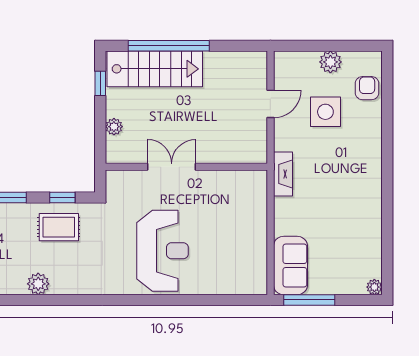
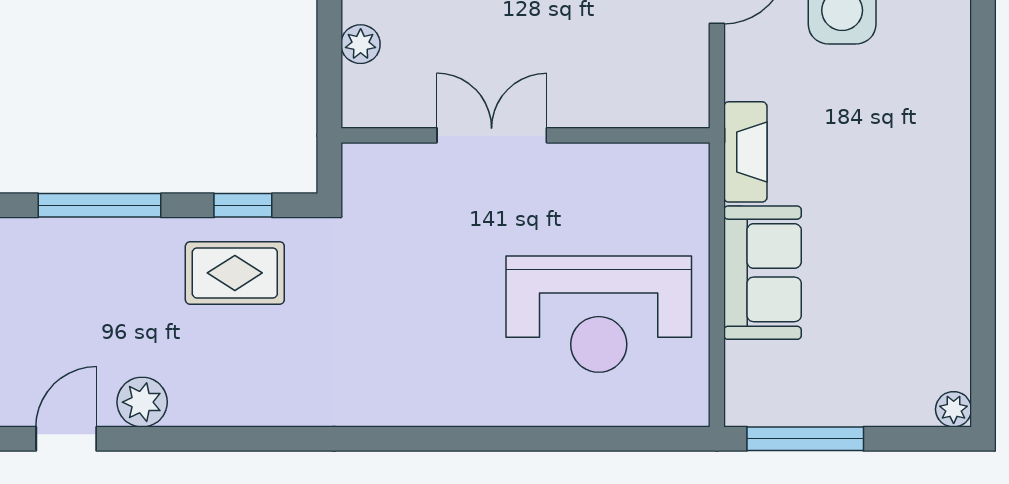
reception desk: (162, 251) -> (599, 314), moved, turned 90
sofa: (290, 265) -> (762, 273), moved
plant: (38, 284) -> (142, 402), moved

